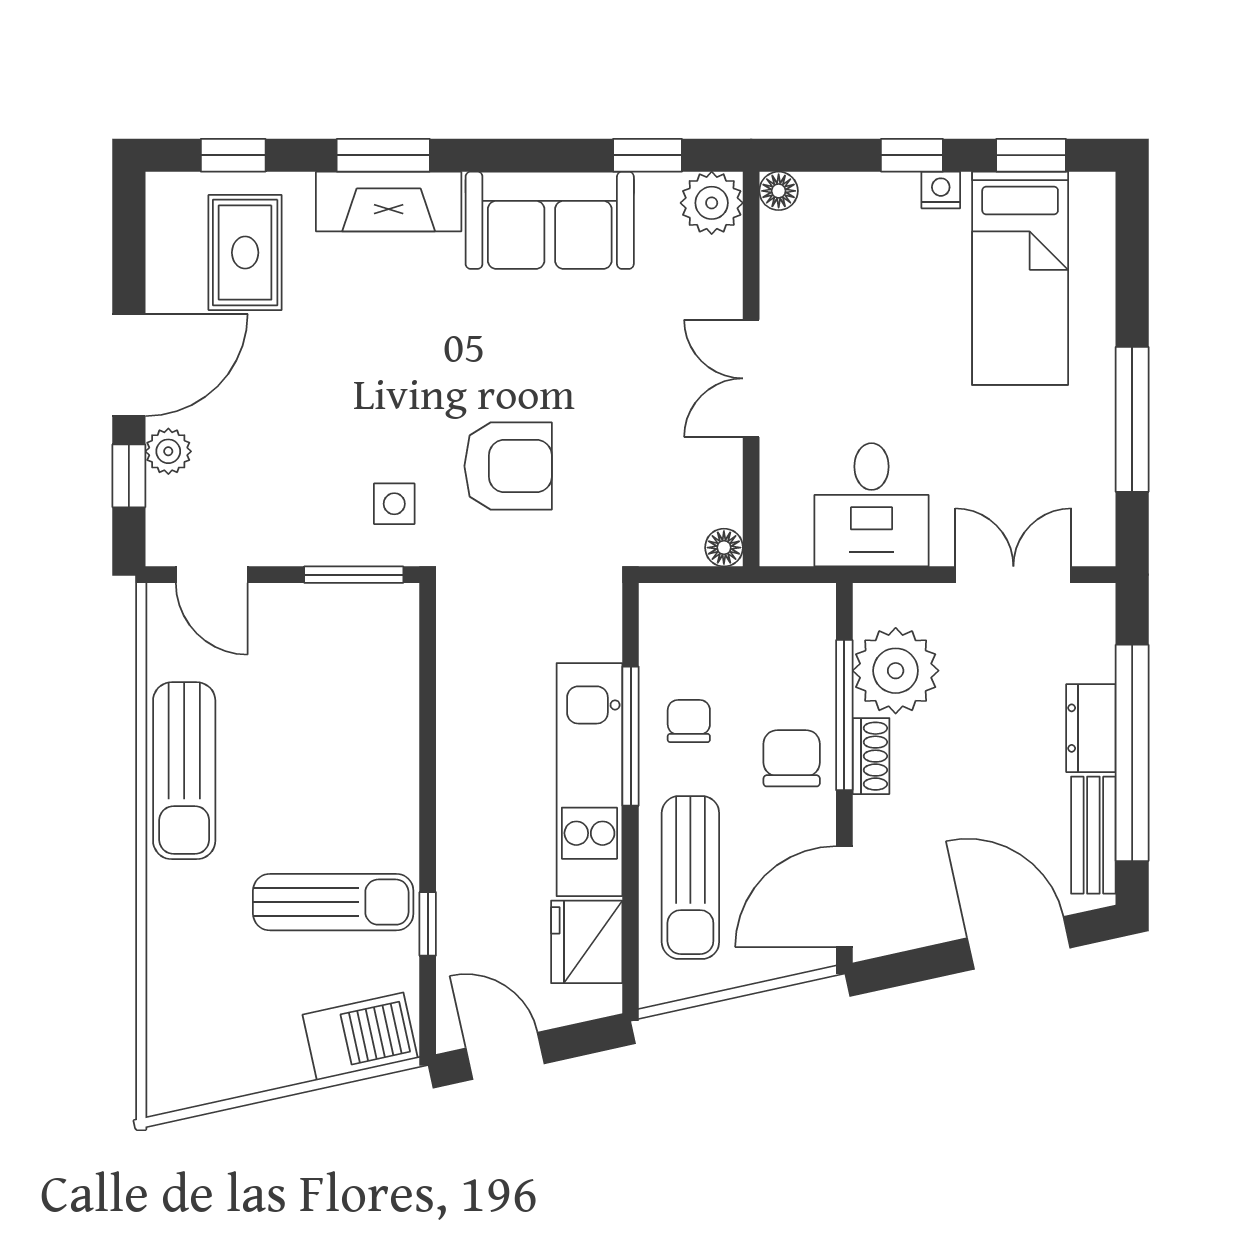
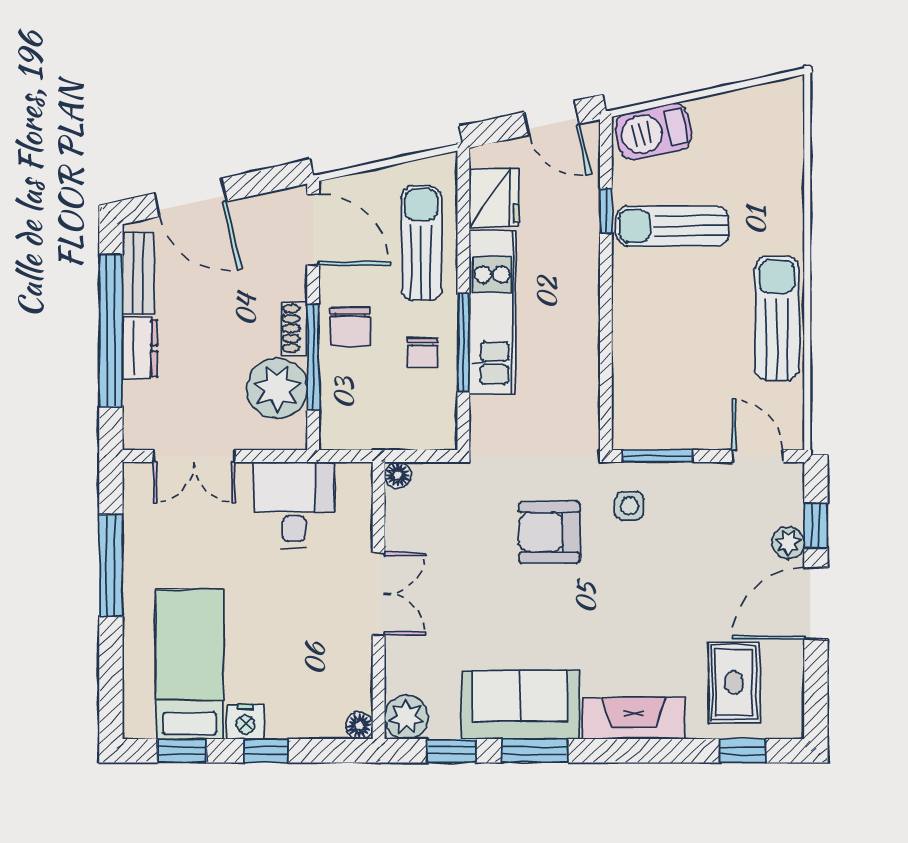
window: (383, 155) -> (535, 751), moved
nightstand: (941, 190) -> (245, 722), width x1.39, depth x1.35
door: (844, 897) -> (313, 230), hinge flipped

